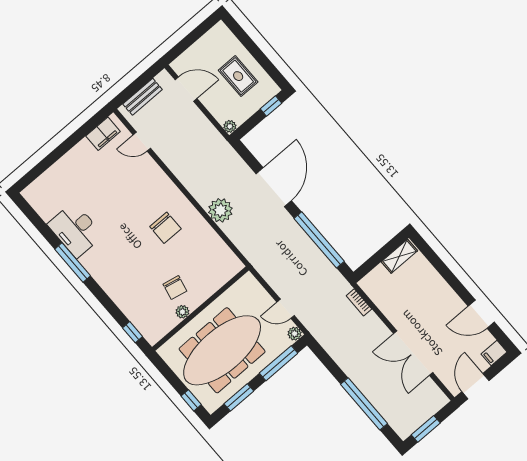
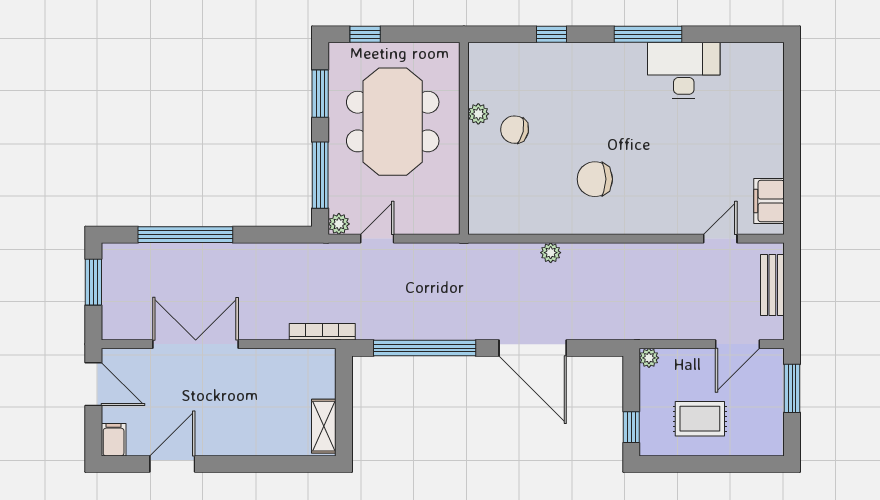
window: (185, 44) -> (792, 388), added
plant: (220, 210) -> (551, 253), width x0.53, depth x0.53
bookcase: (359, 302) -> (322, 332), width x1.56
window: (132, 332) -> (551, 34), moved
meeting table: (222, 350) -> (393, 122), width x0.73

